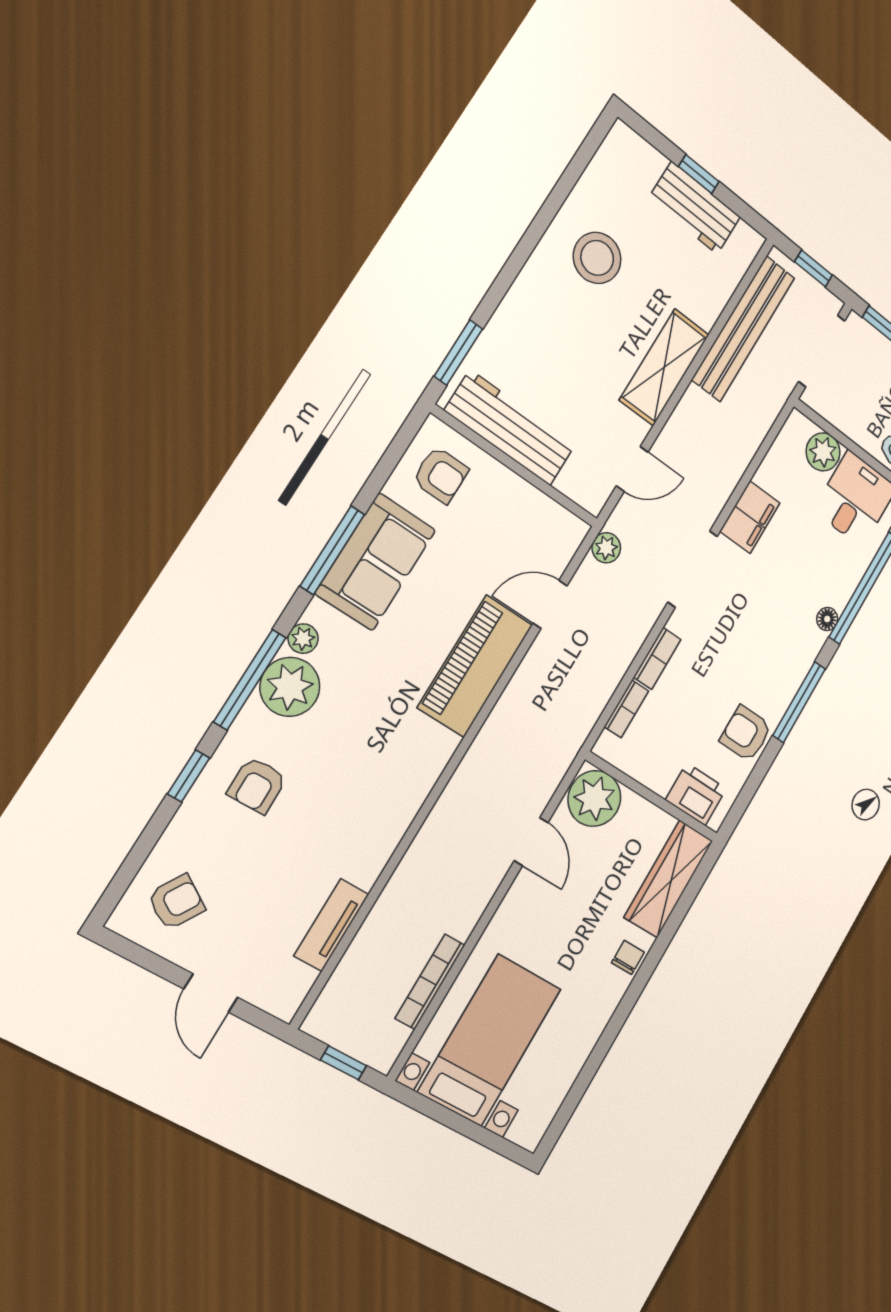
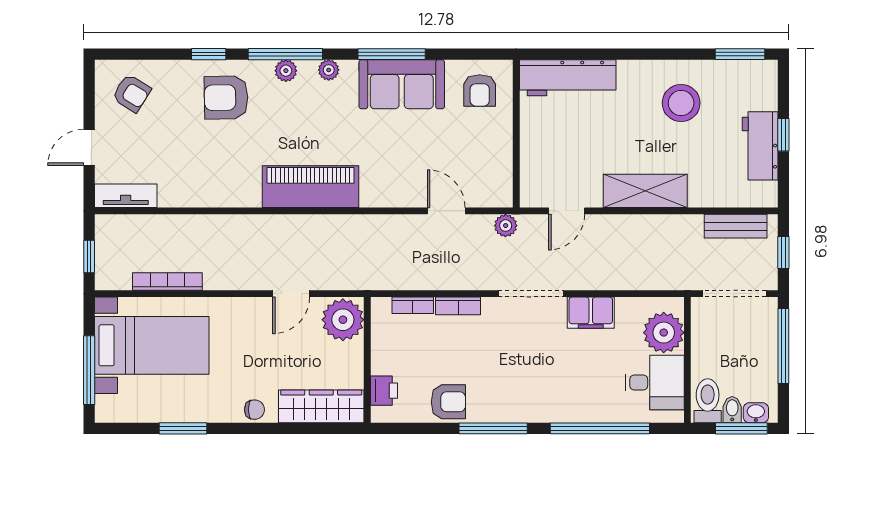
bench: (743, 328) -> (736, 226), width x0.54, depth x0.82
window: (458, 353) -> (740, 54), moved
workbench: (510, 428) -> (568, 78), moved, turned 90
plant: (823, 452) -> (664, 333), width x1.36, depth x1.36
door: (632, 469) -> (567, 211), hinge flipped
floor lamp: (827, 619) -> (561, 414), removed
piano: (475, 666) -> (311, 187), moved
plant: (290, 687) -> (286, 71), width x0.53, depth x0.53
armchair: (746, 734) -> (448, 402), turned 90
armchair: (257, 785) -> (226, 98), width x1.38, depth x1.38
printer: (696, 794) -> (384, 391), width x0.73, depth x0.81
tv unit: (331, 925) -> (126, 196), moved
window: (600, 1052) -> (183, 428), added
window: (473, 1131) -> (89, 370), added

